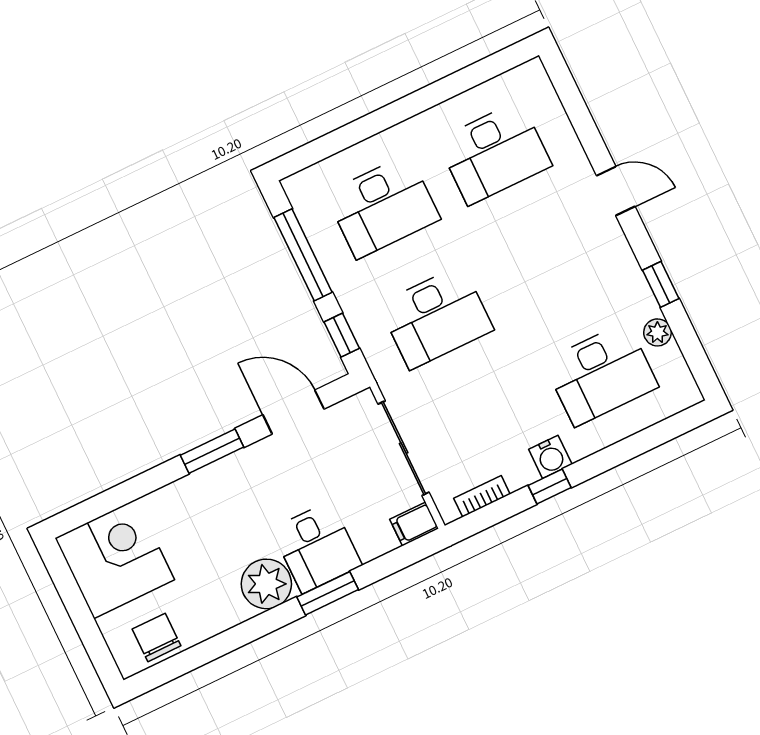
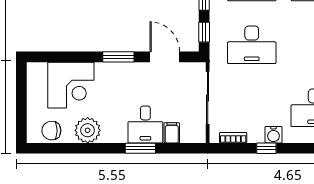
filing cabinet: (414, 524) -> (172, 133), moved, turned 90
corner desk: (115, 559) -> (71, 85), moved, turned 90
plant: (266, 584) -> (88, 130), moved
chair: (157, 637) -> (51, 131), turned -90

